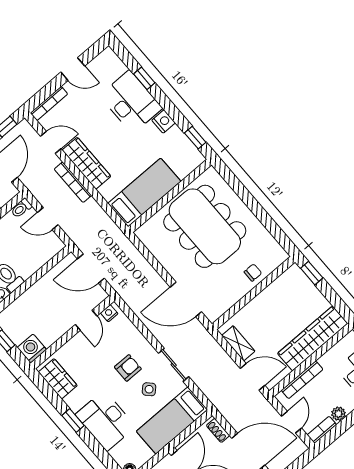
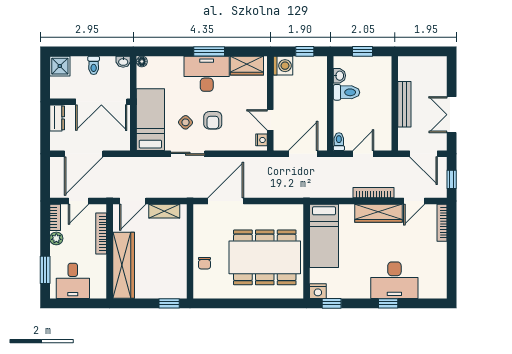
door: (73, 69) -> (452, 260), removed
window: (144, 78) -> (388, 303), moved
nightstand: (164, 121) -> (318, 291), moved
toilet: (21, 208) -> (339, 142), moved
window: (73, 420) -> (209, 51), width x1.50
desk: (106, 421) -> (207, 74), moved
door: (291, 422) -> (78, 201), hinge flipped
shoe rack: (218, 430) -> (116, 145), removed

